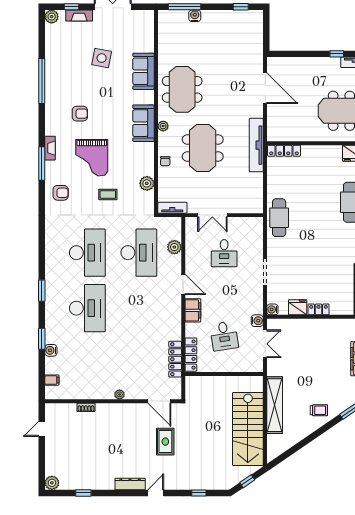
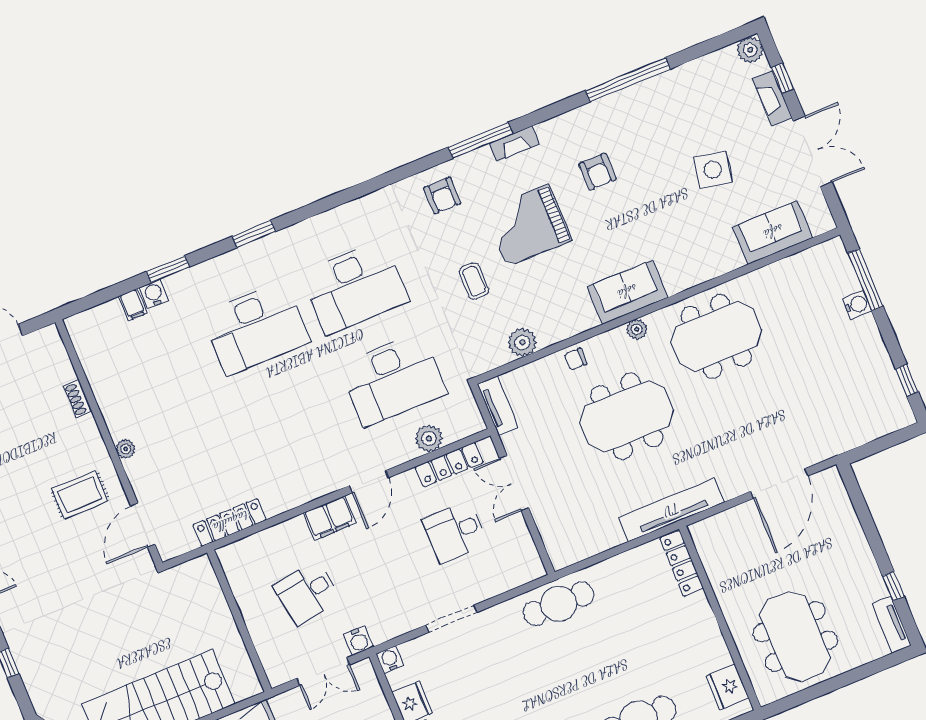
sofa: (144, 71) -> (773, 232), moved
locker: (191, 355) -> (449, 465), moved
filing cabinet: (52, 380) -> (133, 305), moved
rug: (165, 442) -> (80, 495), moved

